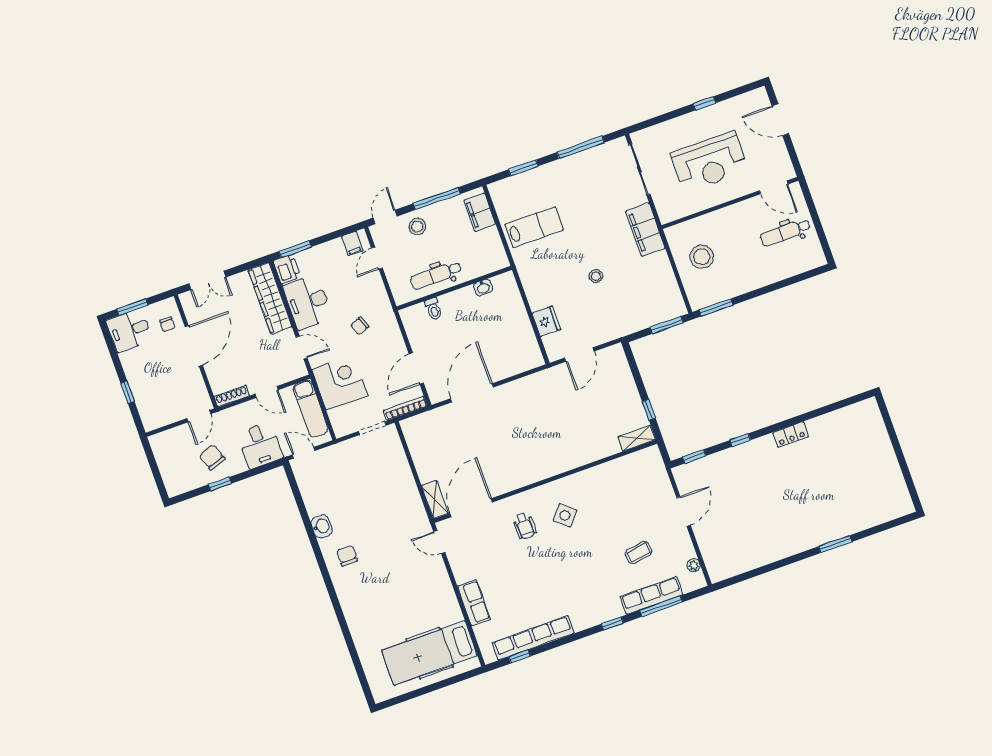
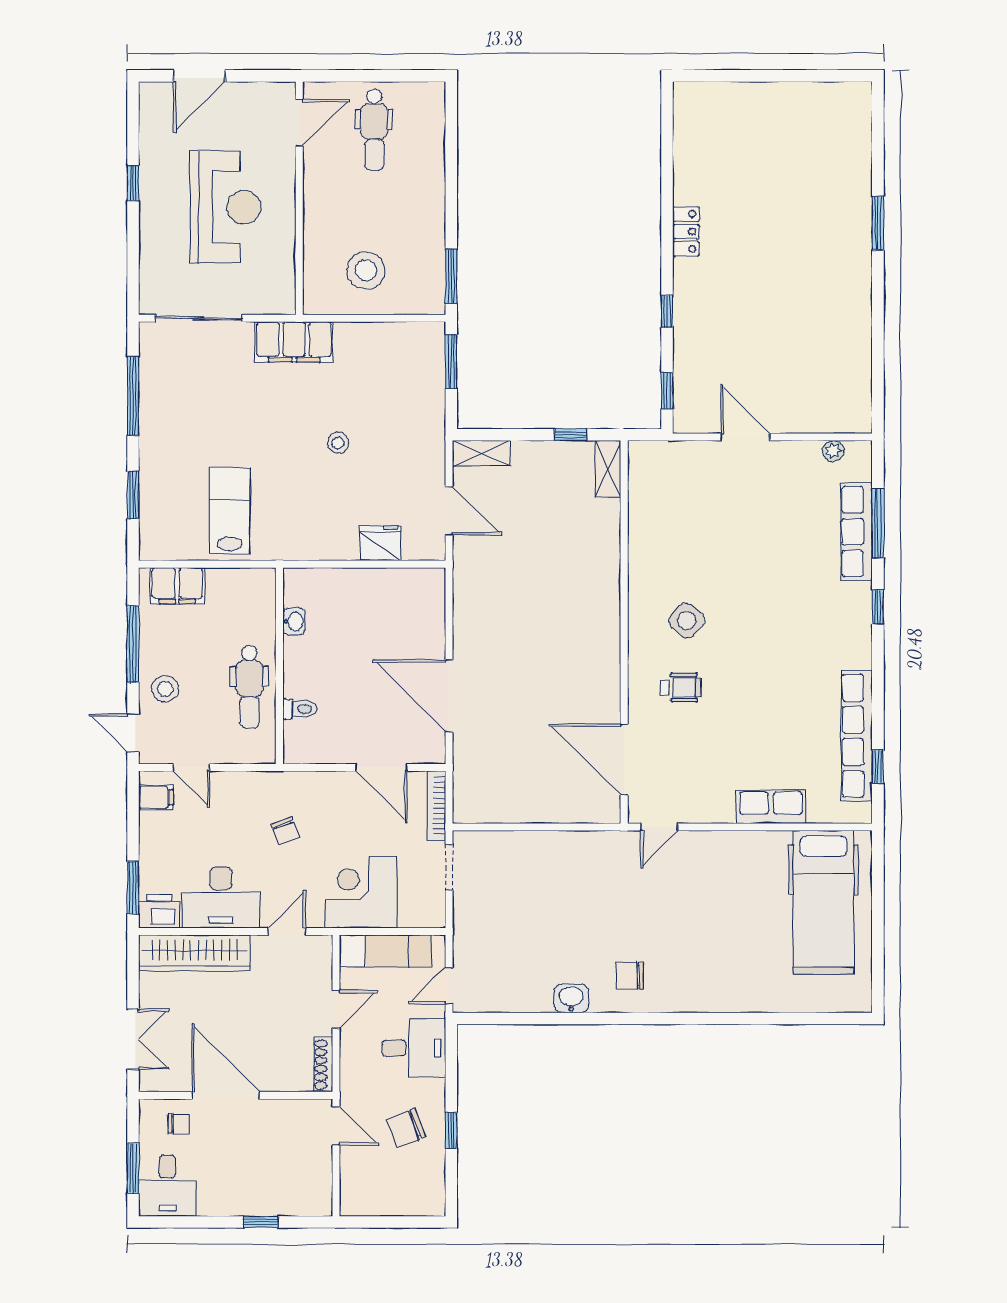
shelving: (435, 500) -> (481, 453), moved
coffee table: (639, 553) -> (784, 528), removed

